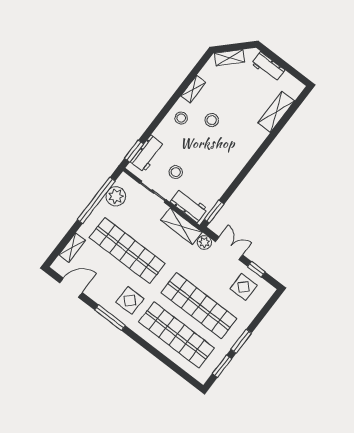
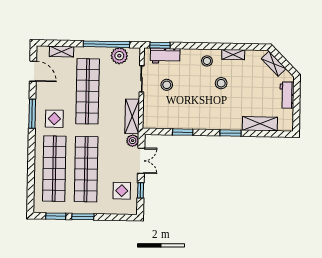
window: (265, 146) -> (231, 133), added
workbench: (189, 205) -> (150, 111), removed
window: (214, 212) -> (183, 132), moved

